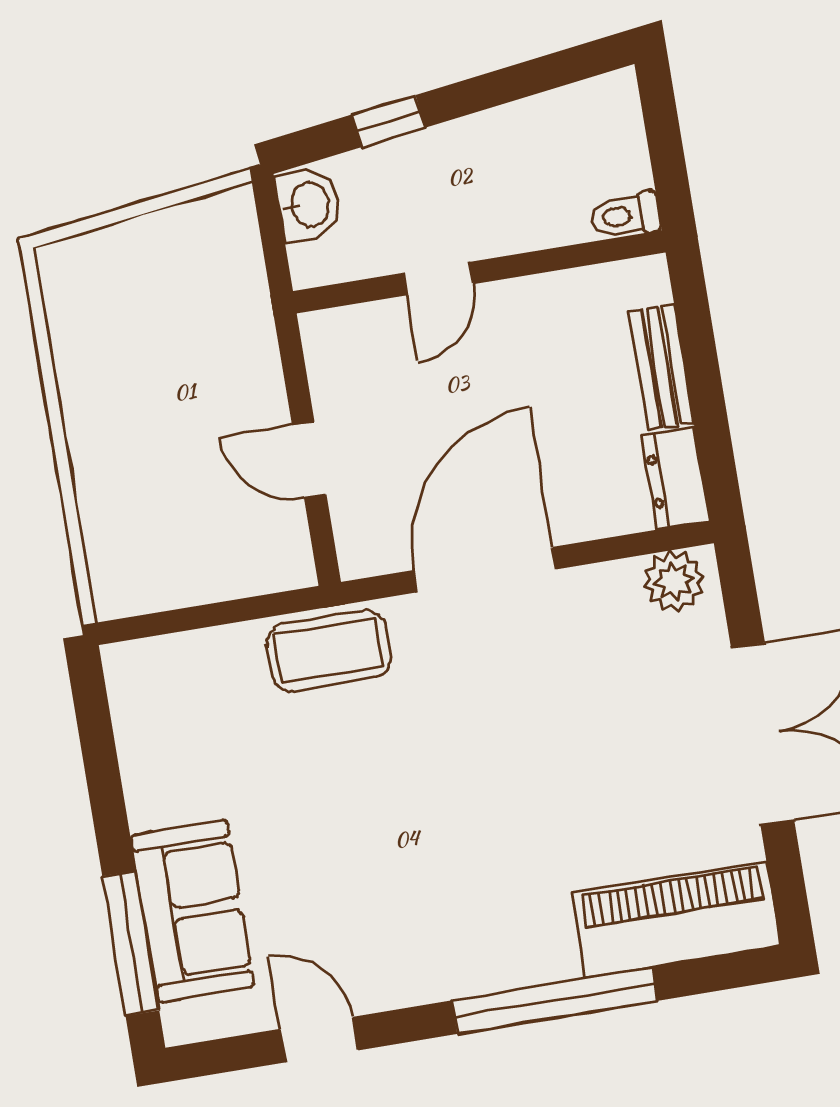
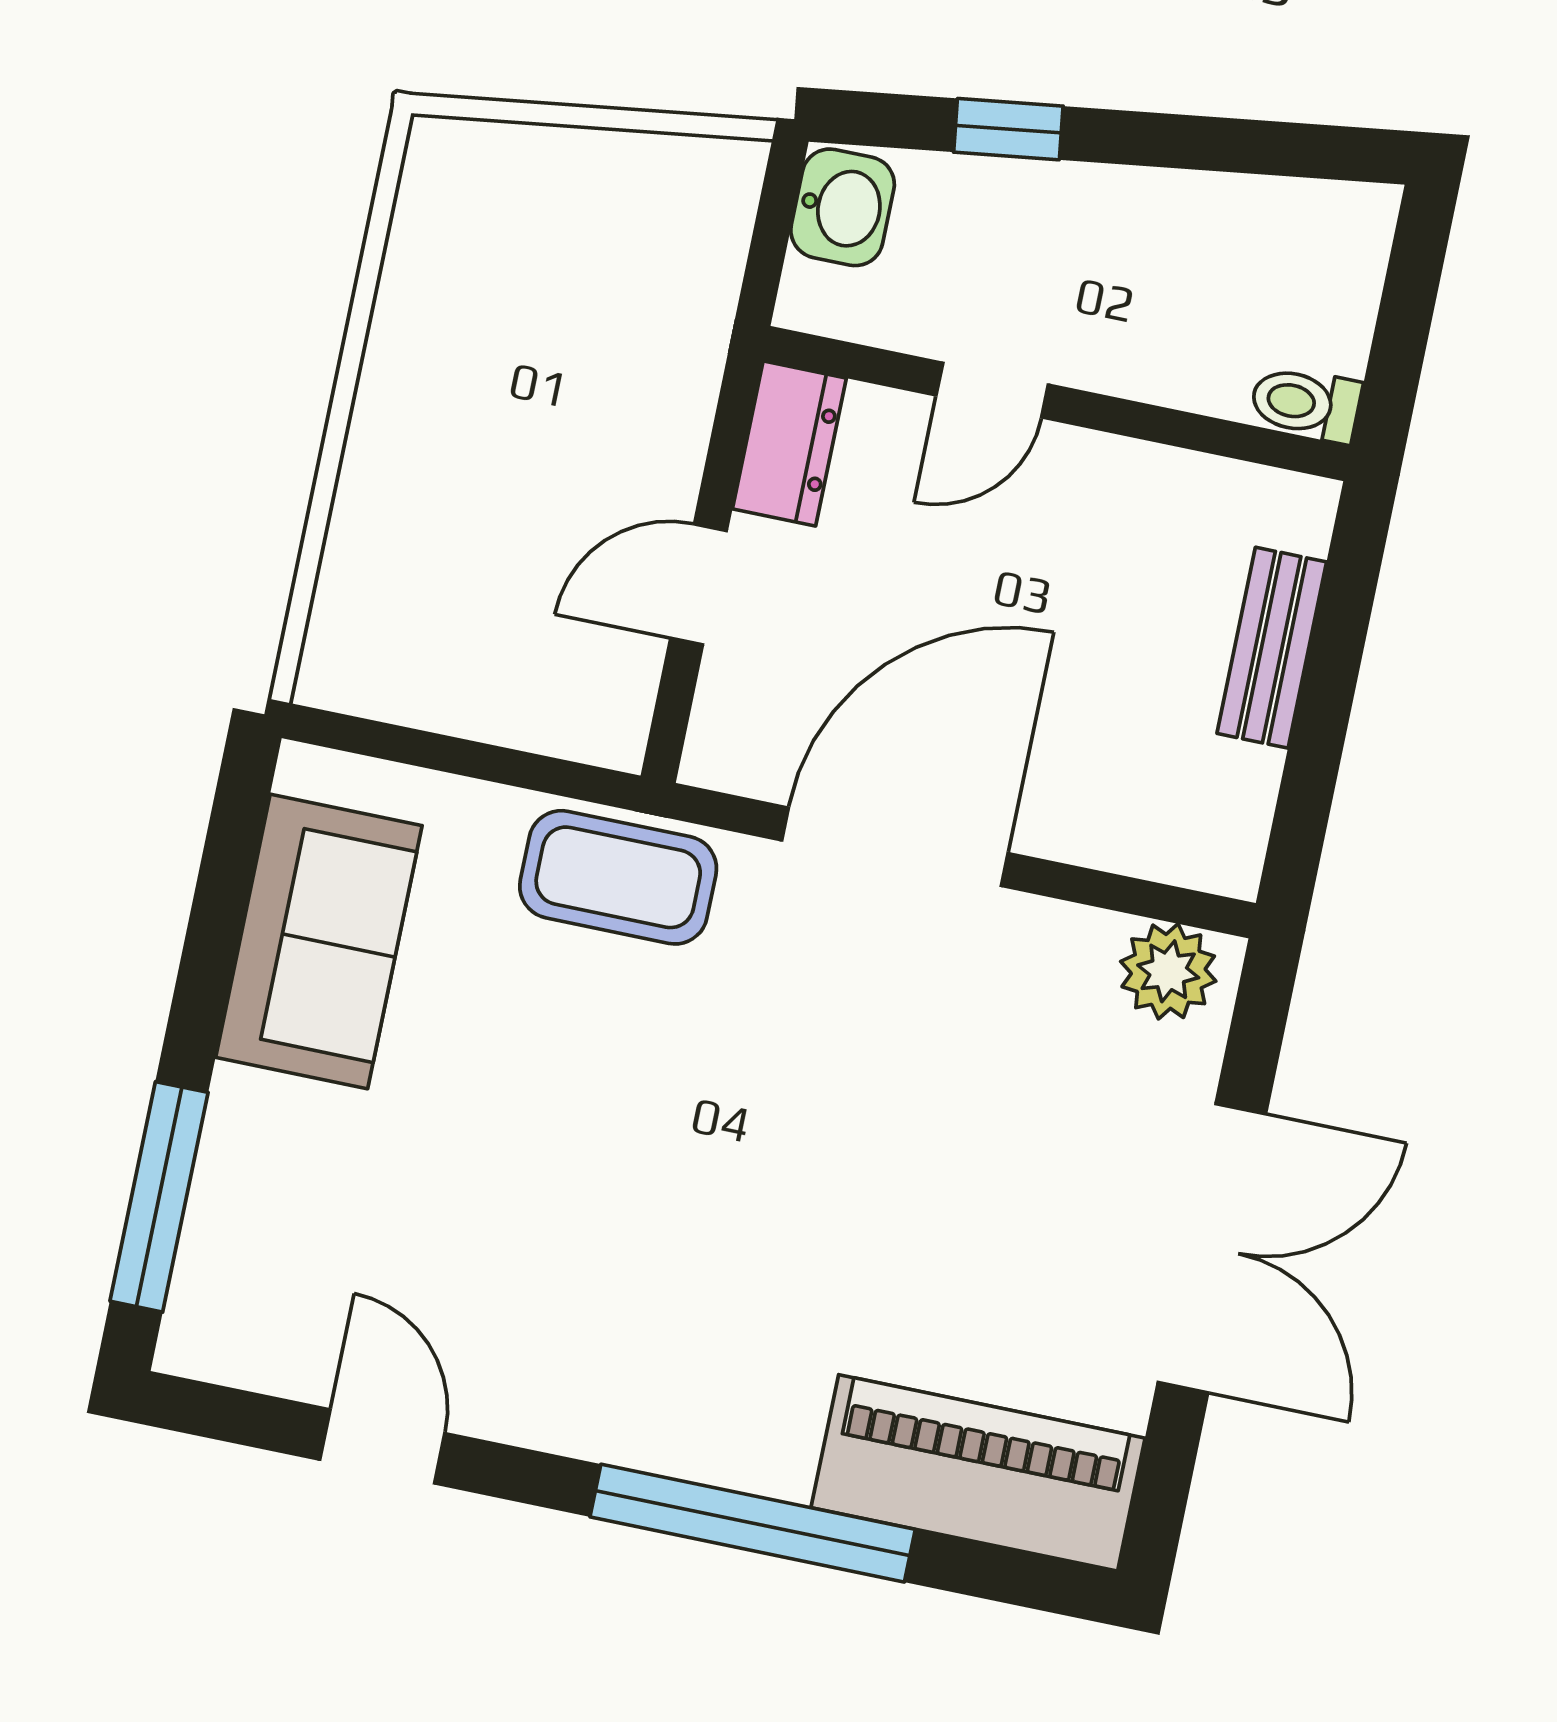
door: (309, 460) -> (699, 584), hinge flipped
dresser: (676, 478) -> (789, 444), moved, turned 180
sofa: (192, 911) -> (319, 941), moved

